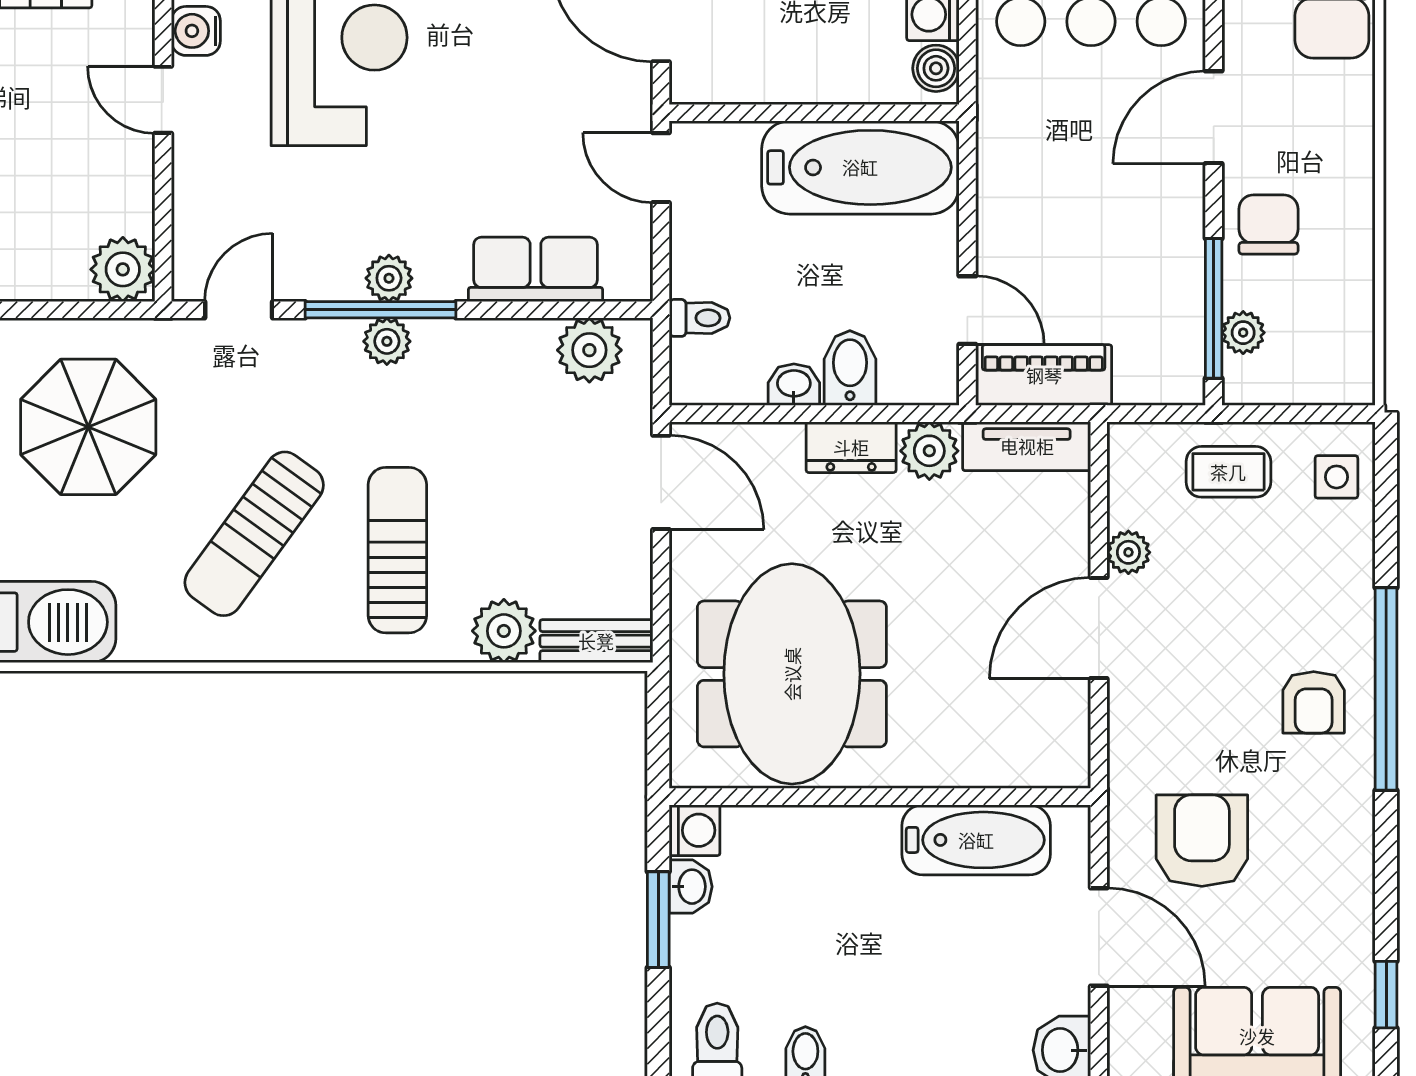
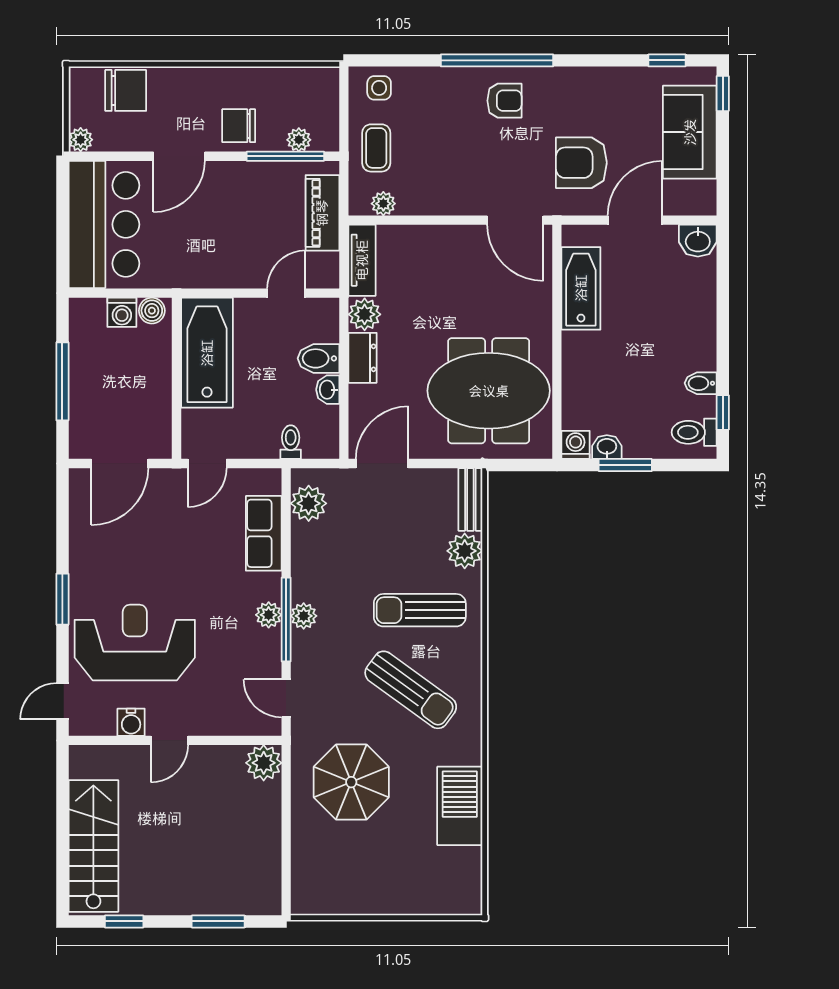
door: (1214, 117) -> (179, 156), hinge flipped
piano: (1044, 375) -> (322, 213), moved
plant: (1128, 552) -> (383, 204), moved
door: (1099, 628) -> (515, 220), moved

